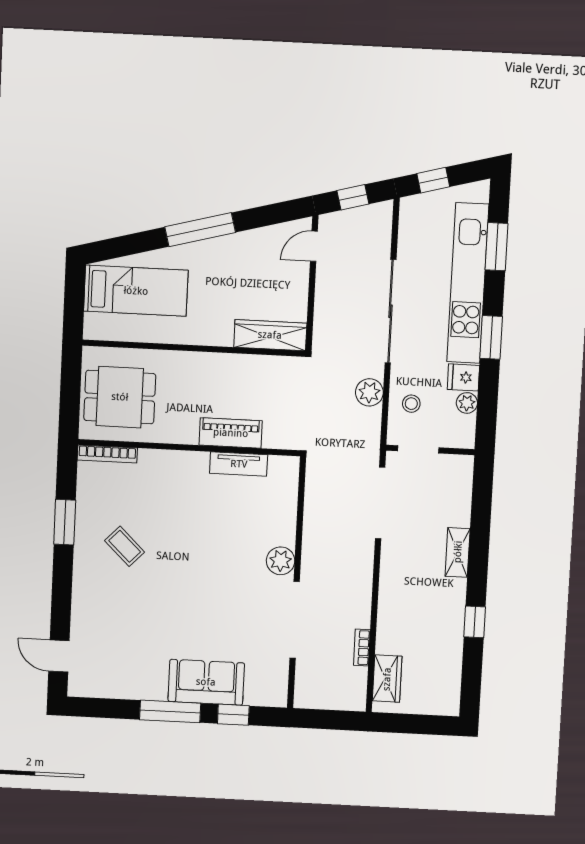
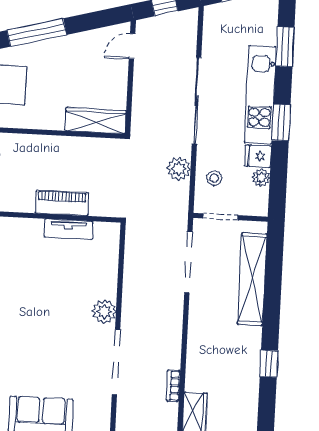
kitchen unit: (468, 283) -> (260, 95), width x0.73
shelving: (458, 552) -> (252, 279), width x2.20, depth x1.33

